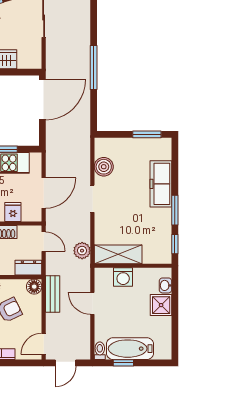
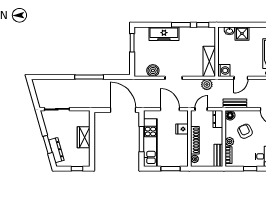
door: (42, 100) -> (123, 110), moved
washing machine: (123, 277) -> (224, 71), moved

